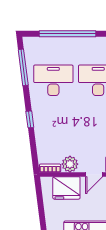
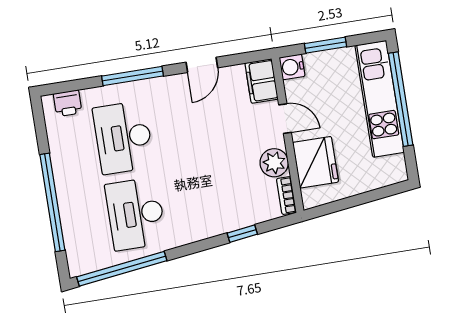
window: (23, 67) -> (122, 269), width x1.46
window: (30, 119) -> (242, 234), moved

